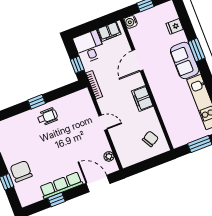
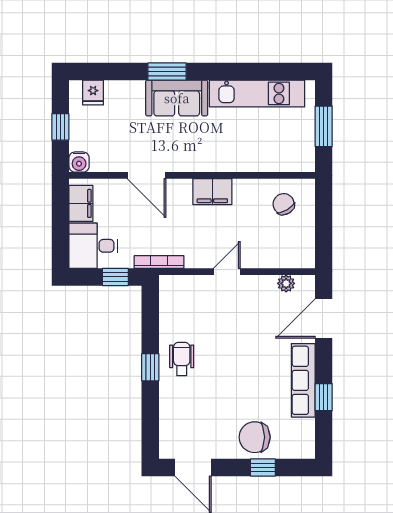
fridge: (175, 26) -> (93, 93), moved

